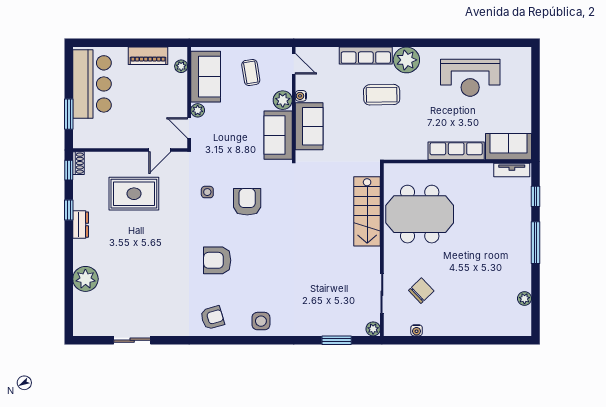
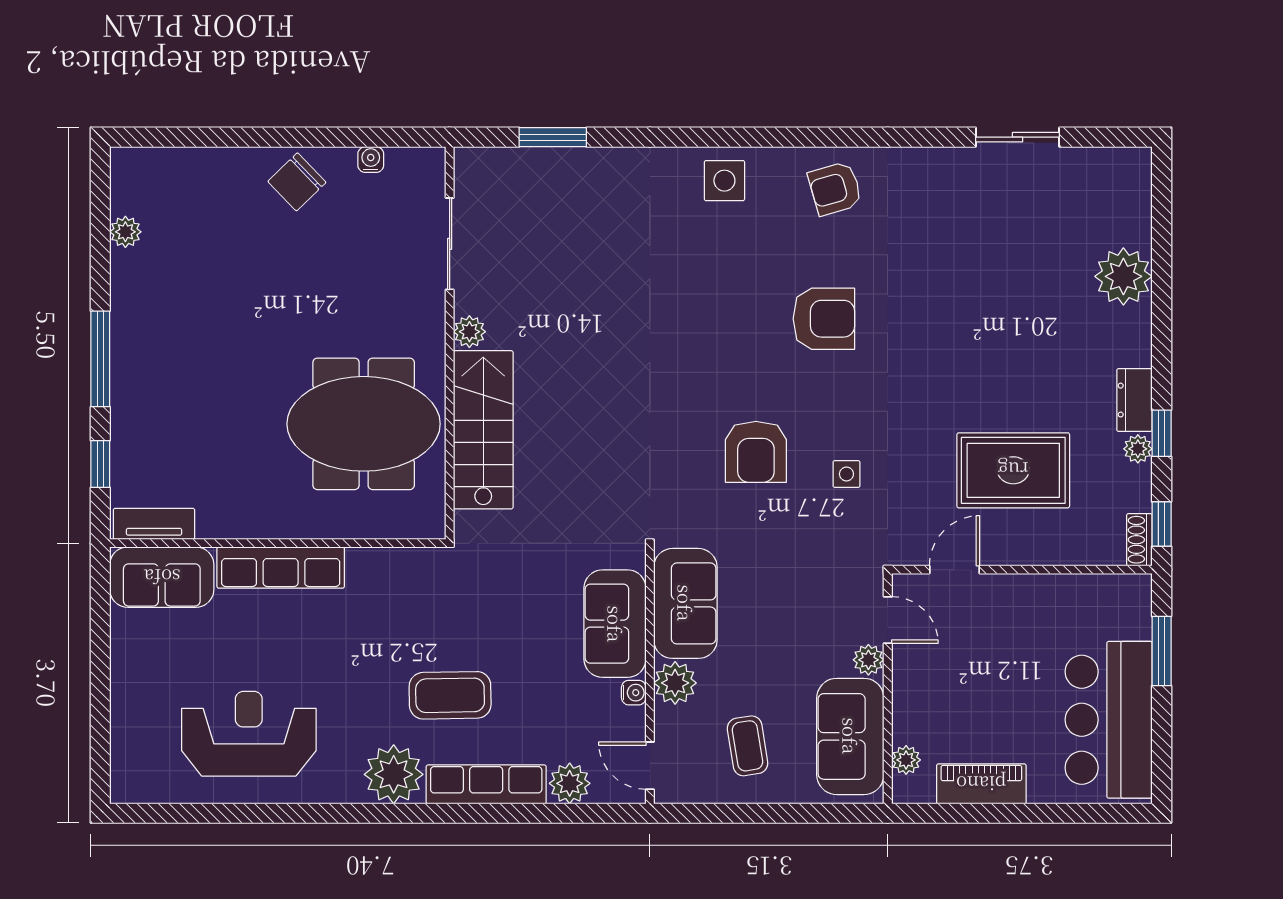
plant: (329, 56) -> (570, 783), added
plant: (79, 203) -> (1138, 449), added
chair: (421, 291) -> (297, 182), moved
plant: (373, 329) -> (469, 332), moved

